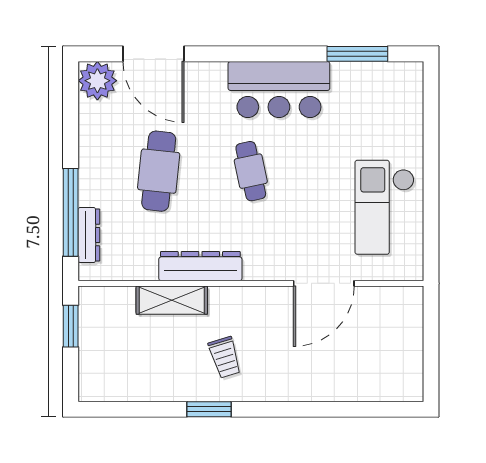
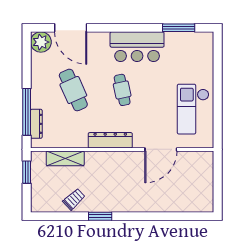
cafe table: (159, 171) -> (73, 90), turned -30
dresser: (200, 266) -> (110, 140), moved
shelving: (172, 300) -> (65, 158), moved
trolley: (225, 357) -> (74, 199), moved, turned -116

